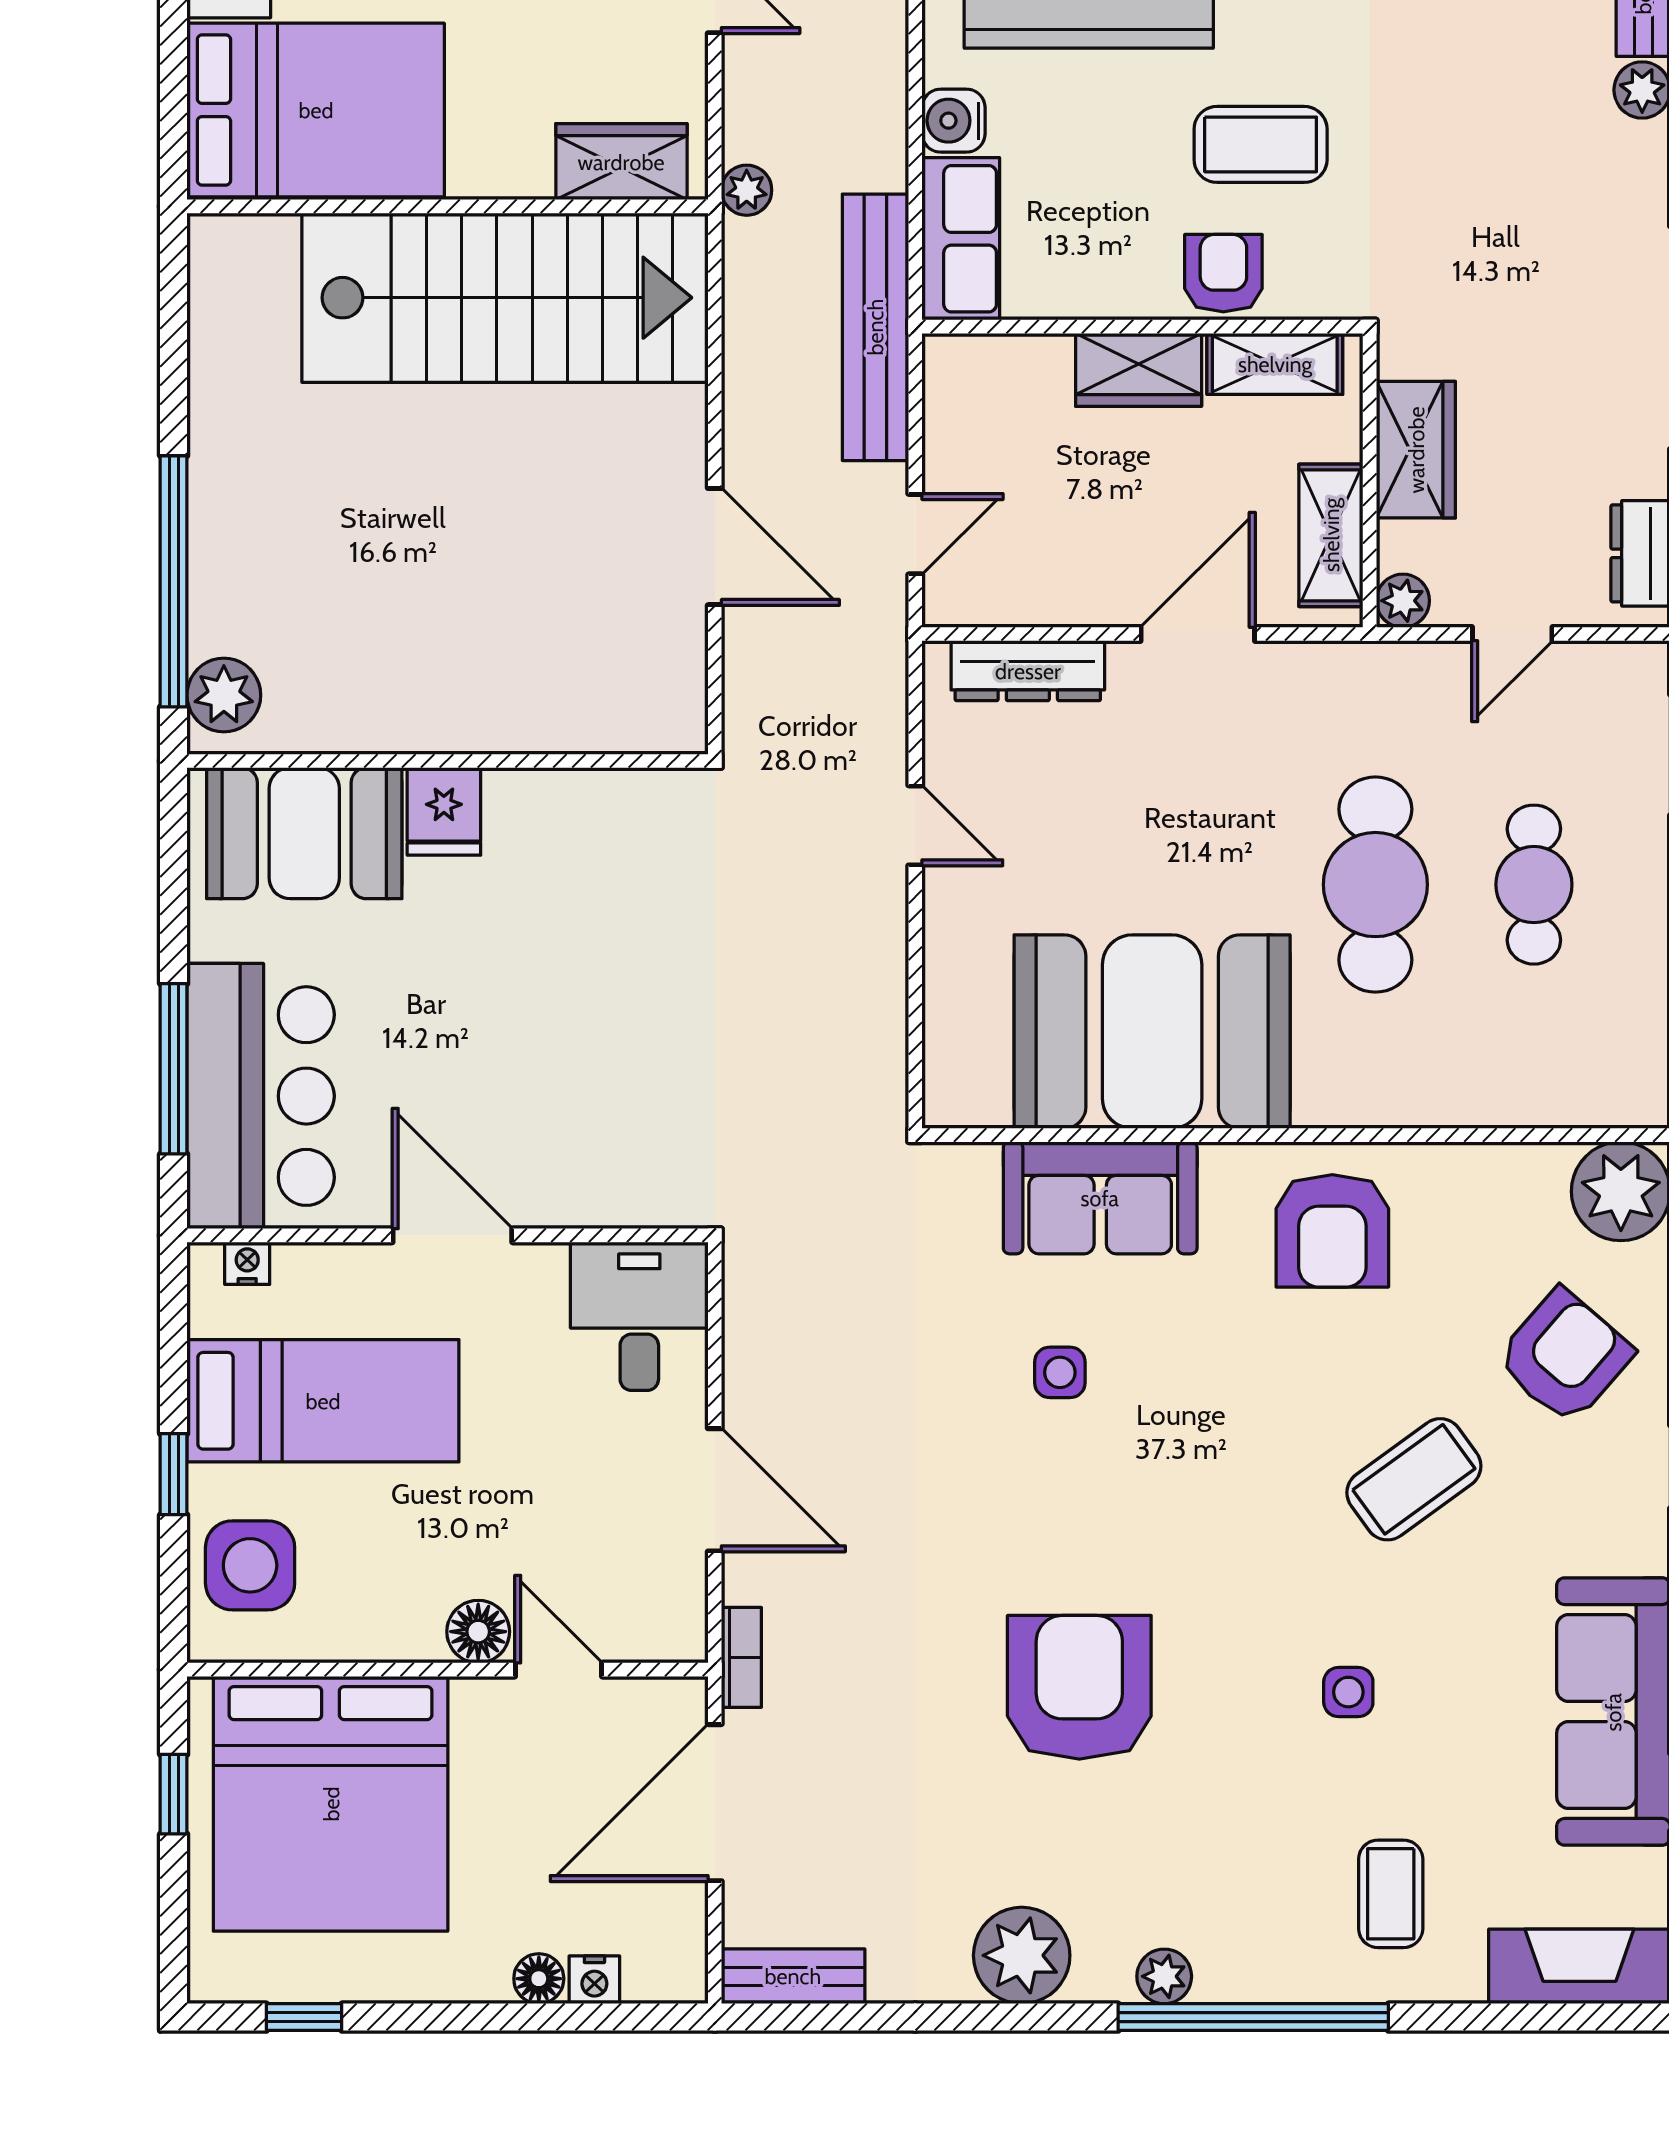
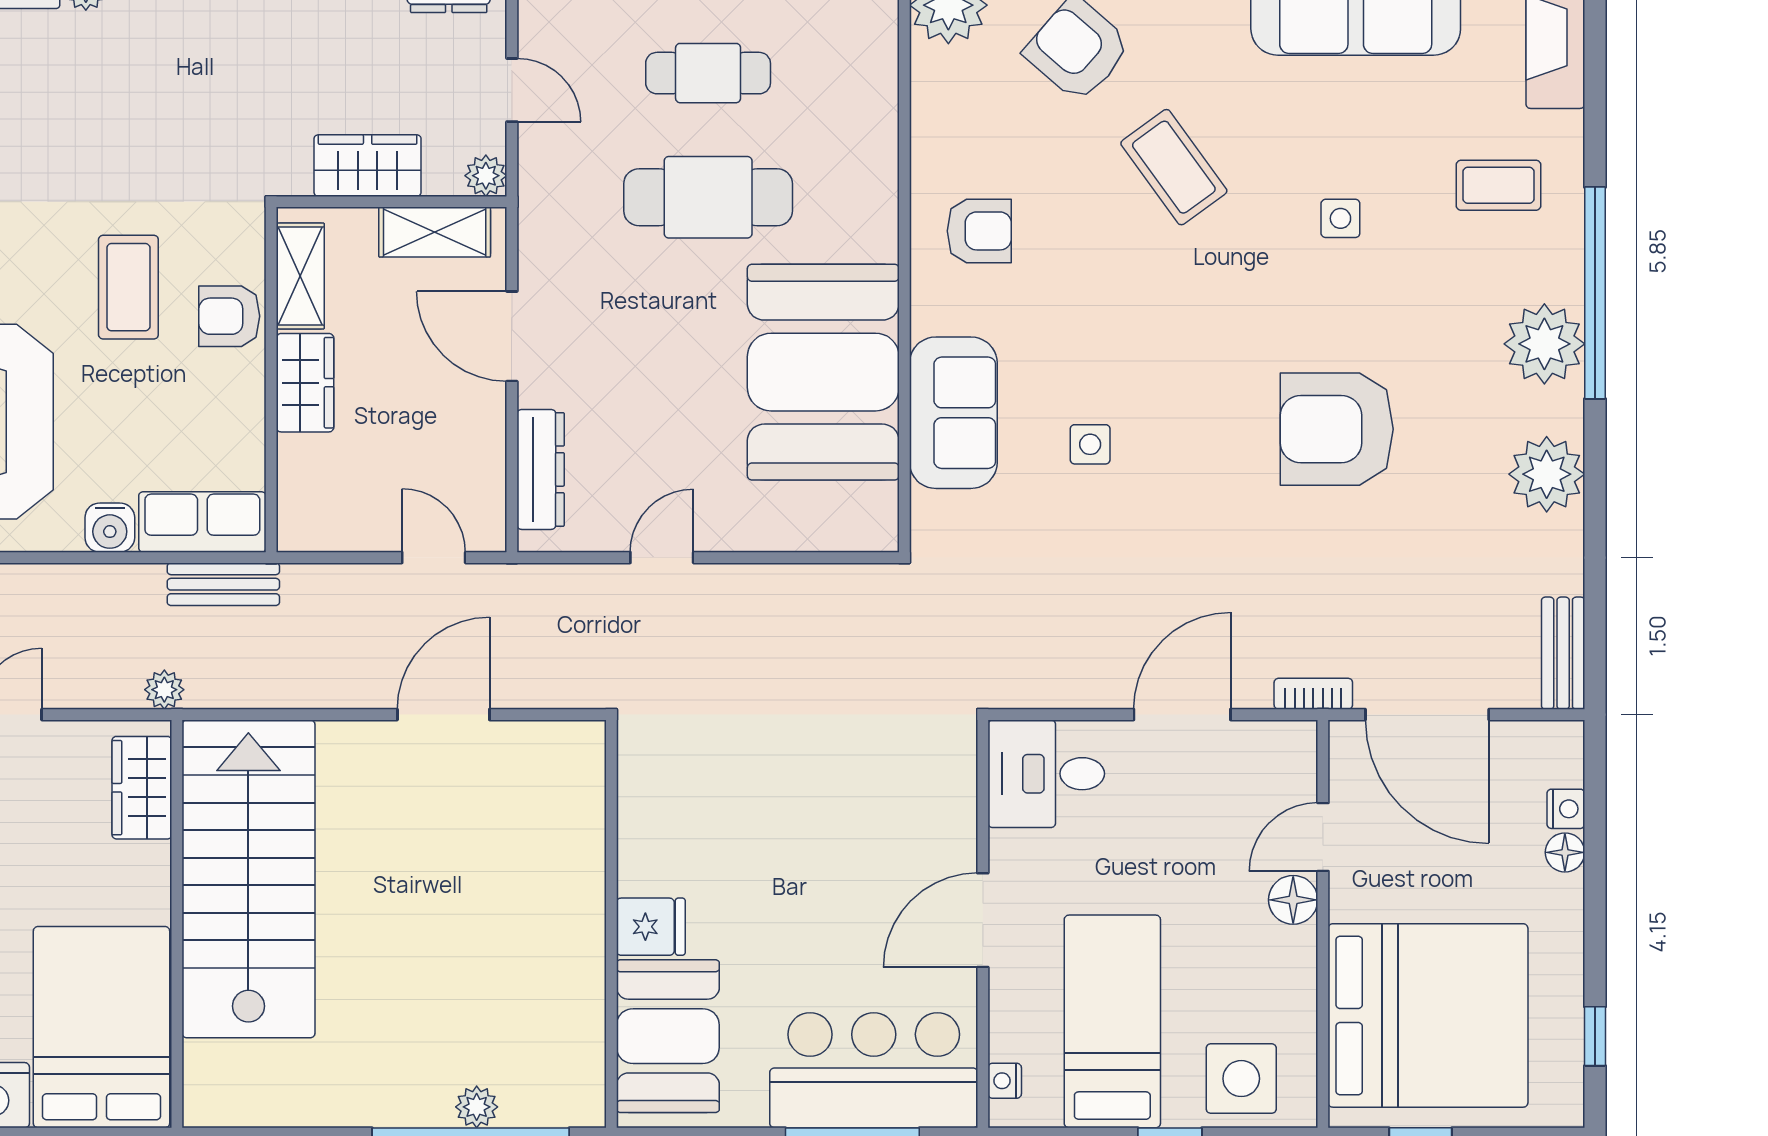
bench: (875, 327) -> (223, 584), width x0.54, depth x0.82
plant: (224, 695) -> (477, 1107), moved, width x0.73, depth x0.73
armchair: (1332, 1231) -> (979, 231), width x0.72, depth x0.72
plant: (1164, 1976) -> (1544, 344), width x1.87, depth x1.87

